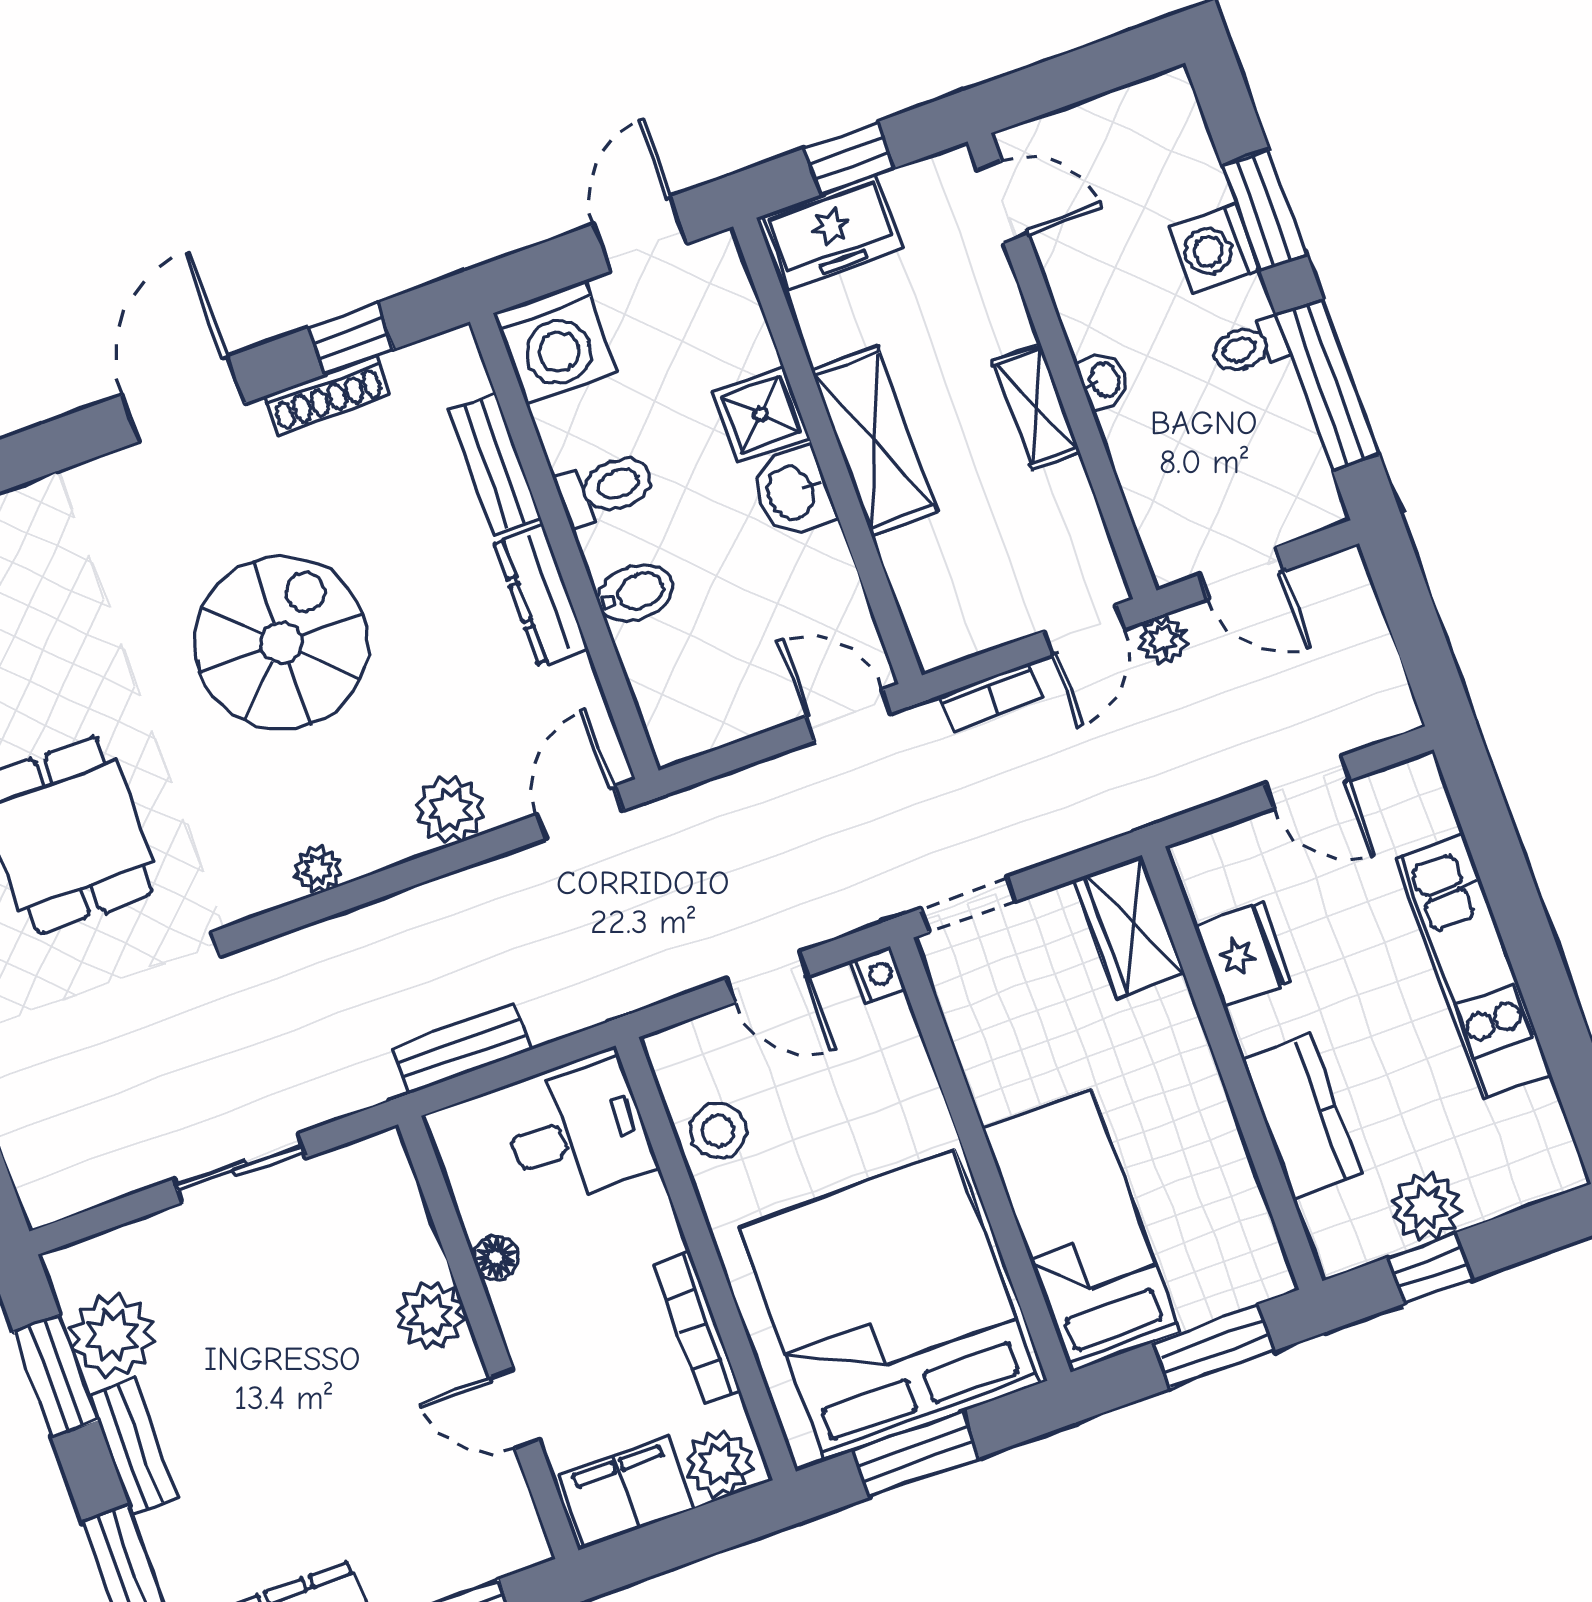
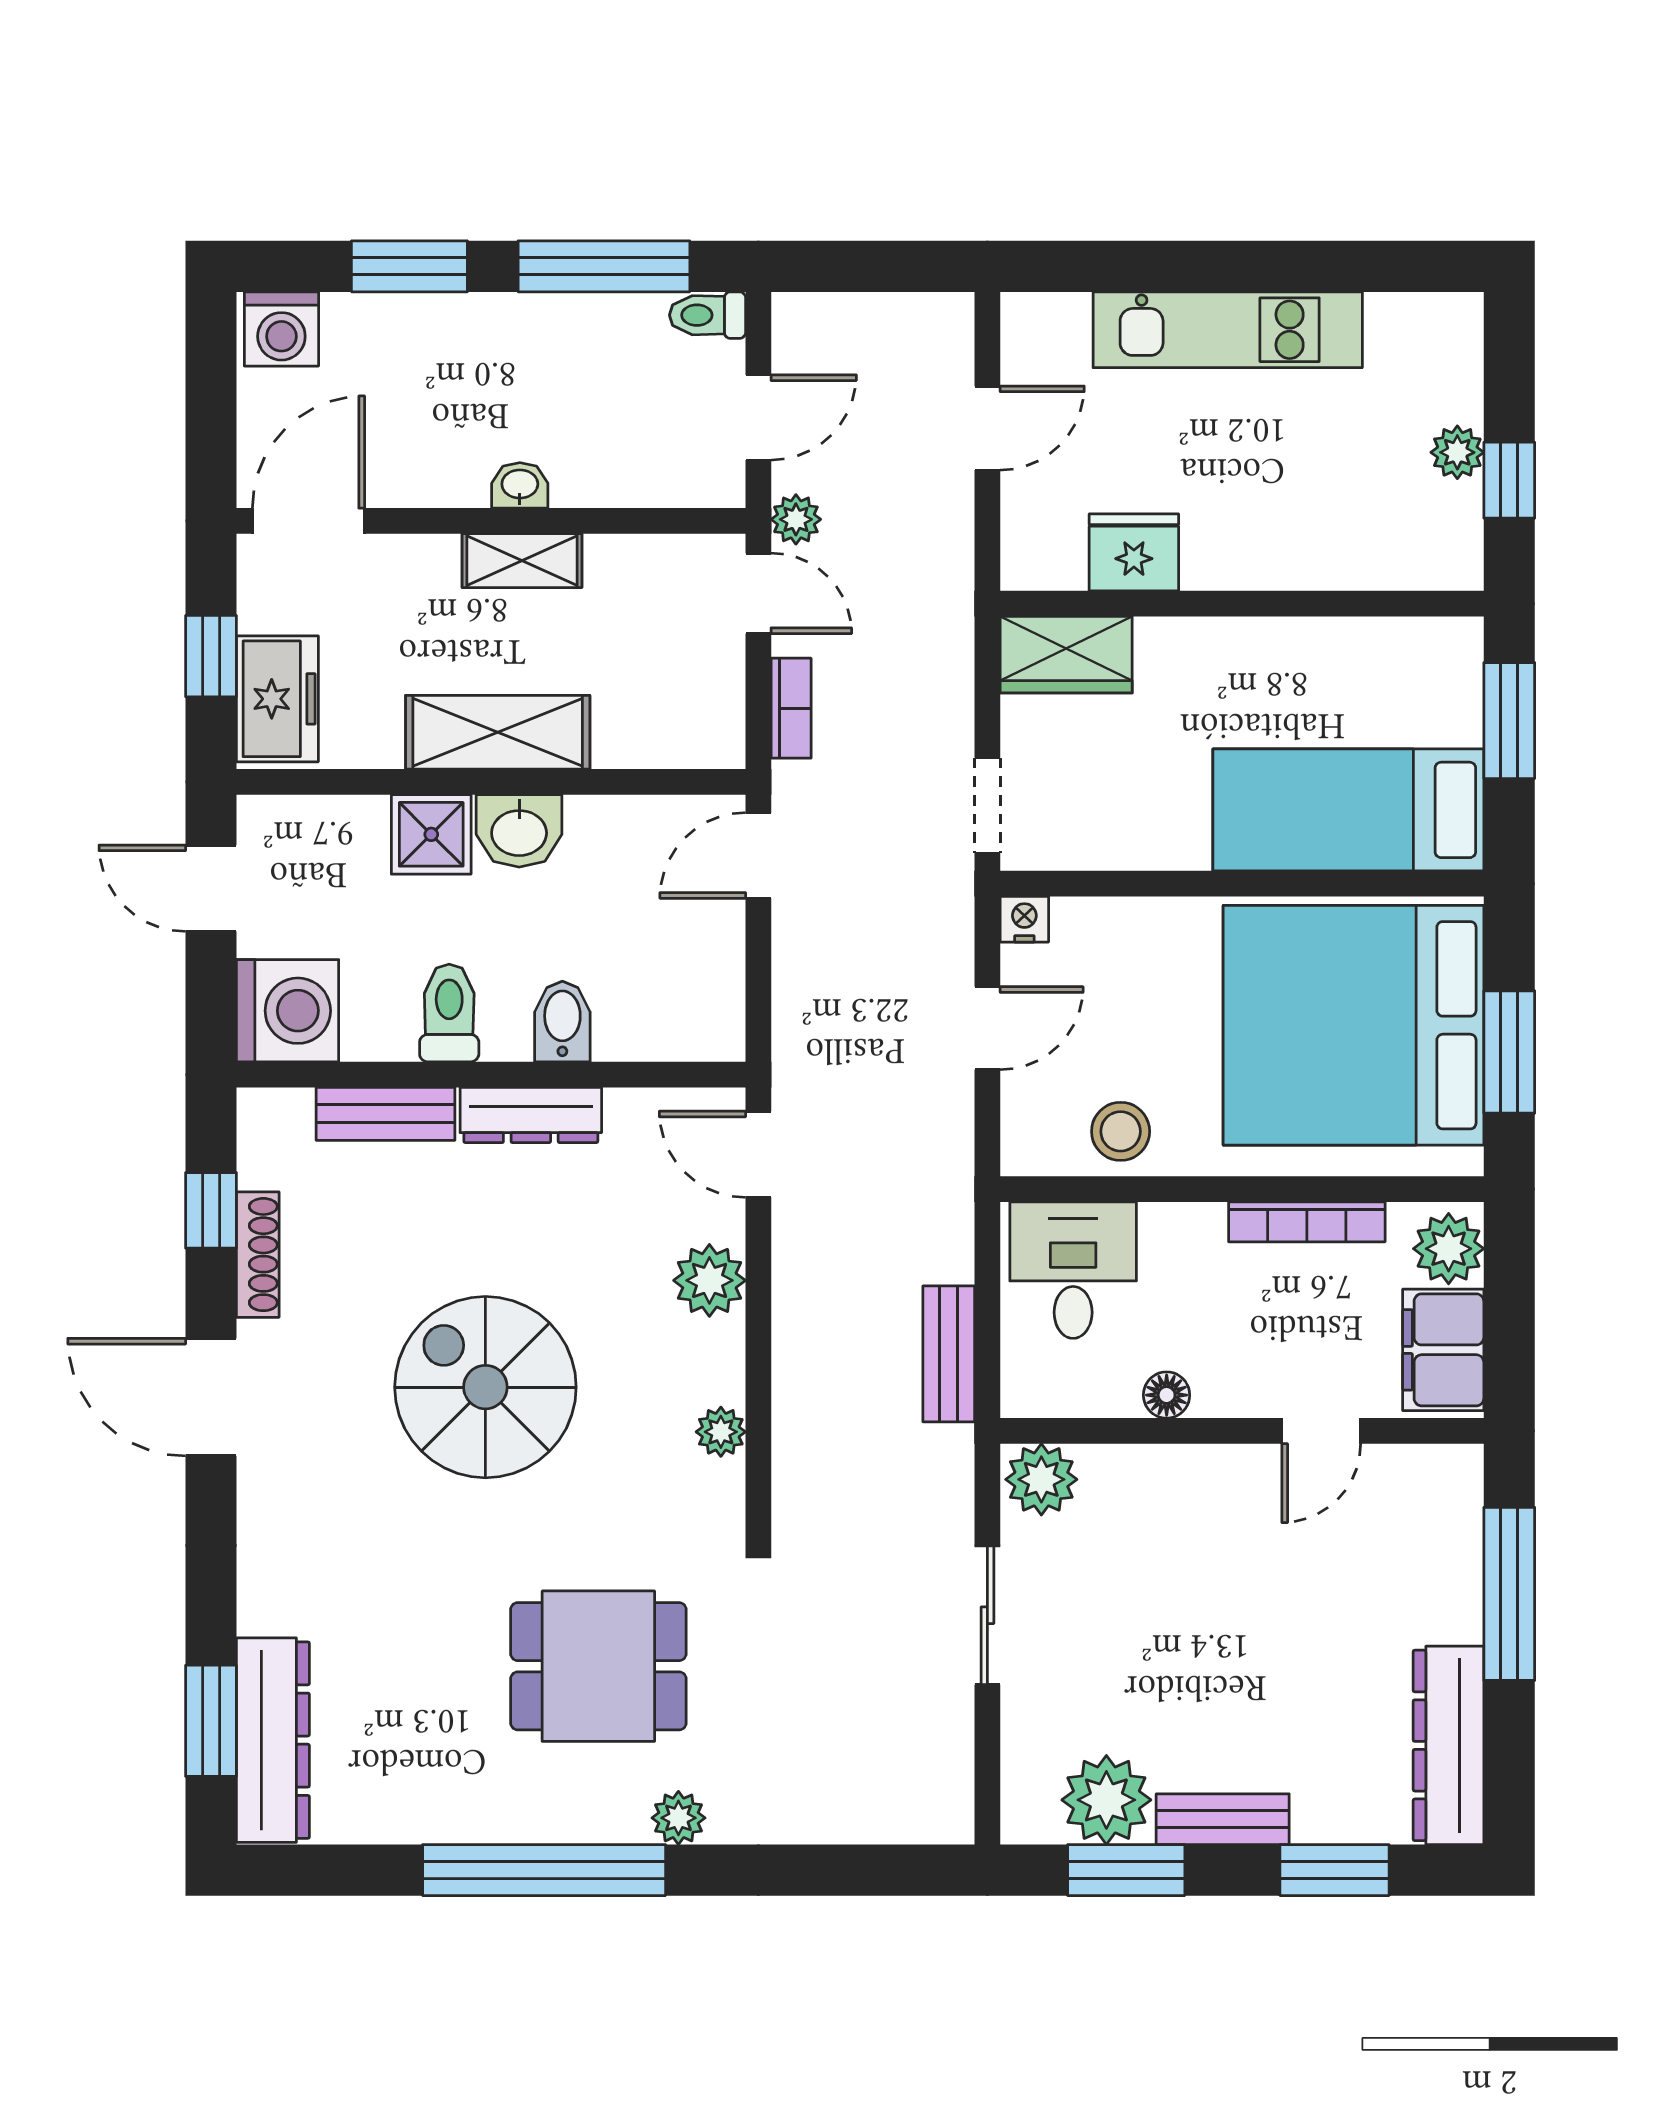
door: (1003, 202) -> (308, 521), width x1.38
washing machine: (1215, 249) -> (281, 329), moved
toilet: (1249, 346) -> (708, 315), moved, turned 90
kitchen counter: (1302, 1117) -> (1315, 552), removed
plant: (1426, 1207) -> (1457, 452), width x0.73, depth x0.73
plant: (431, 1315) -> (1041, 1479), moved

